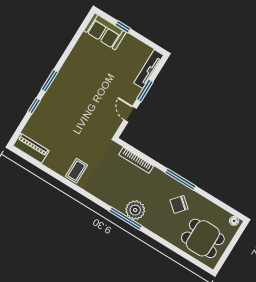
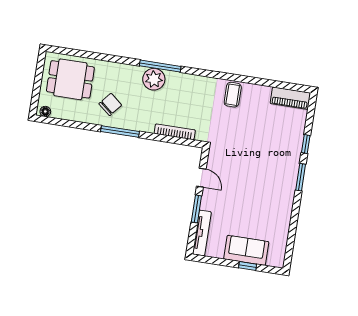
sofa: (105, 31) -> (246, 250), moved

